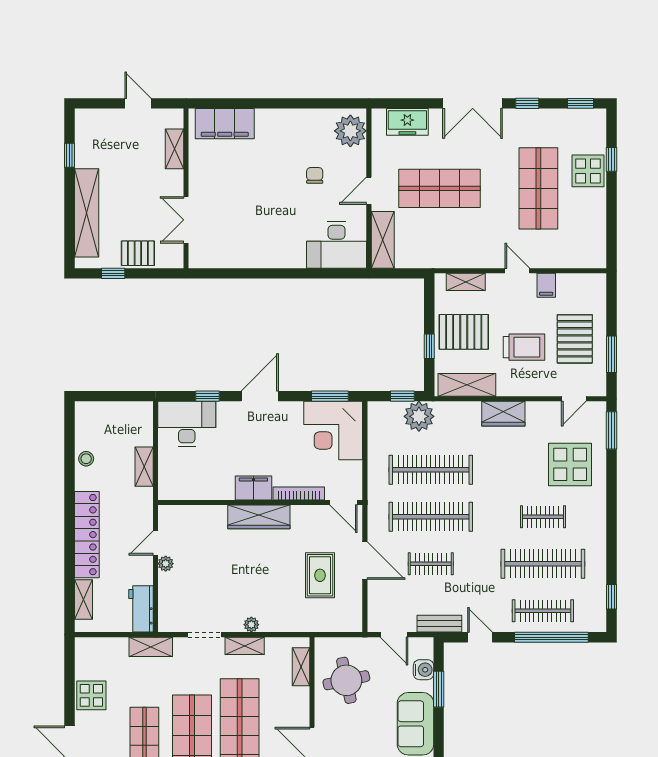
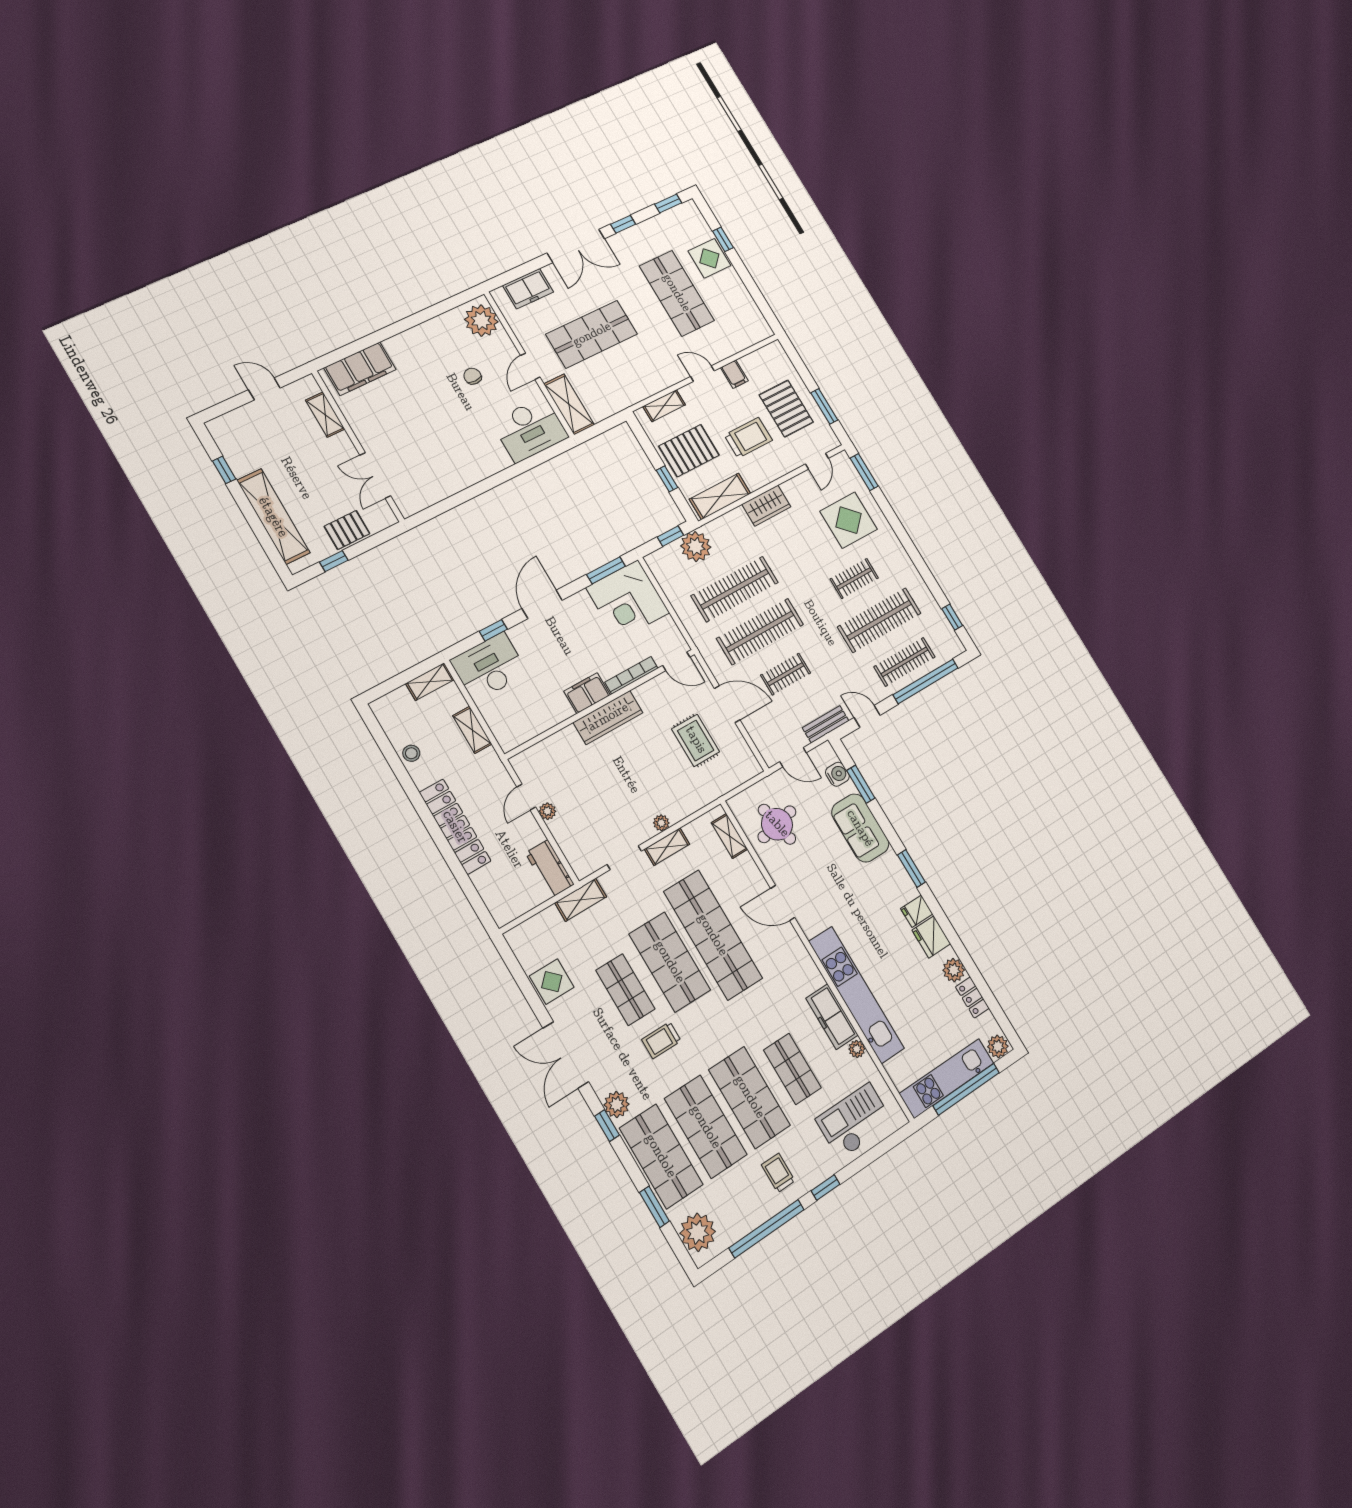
shelving: (84, 599) -> (430, 682), moved, turned 90

